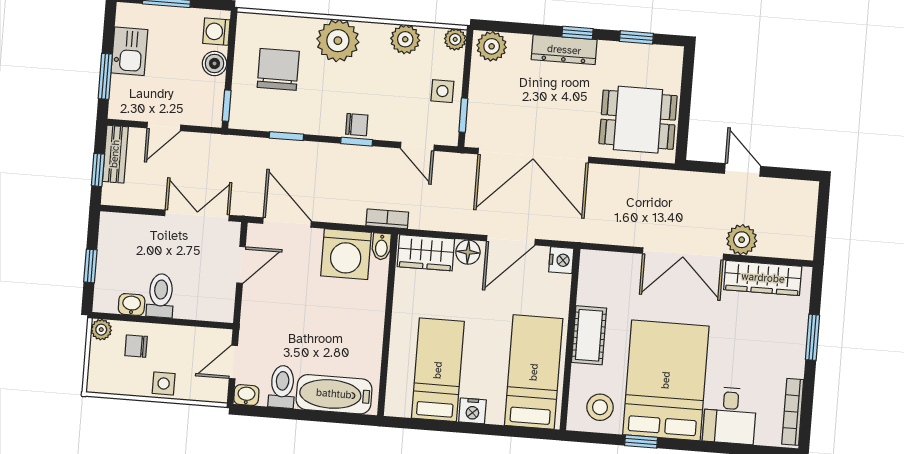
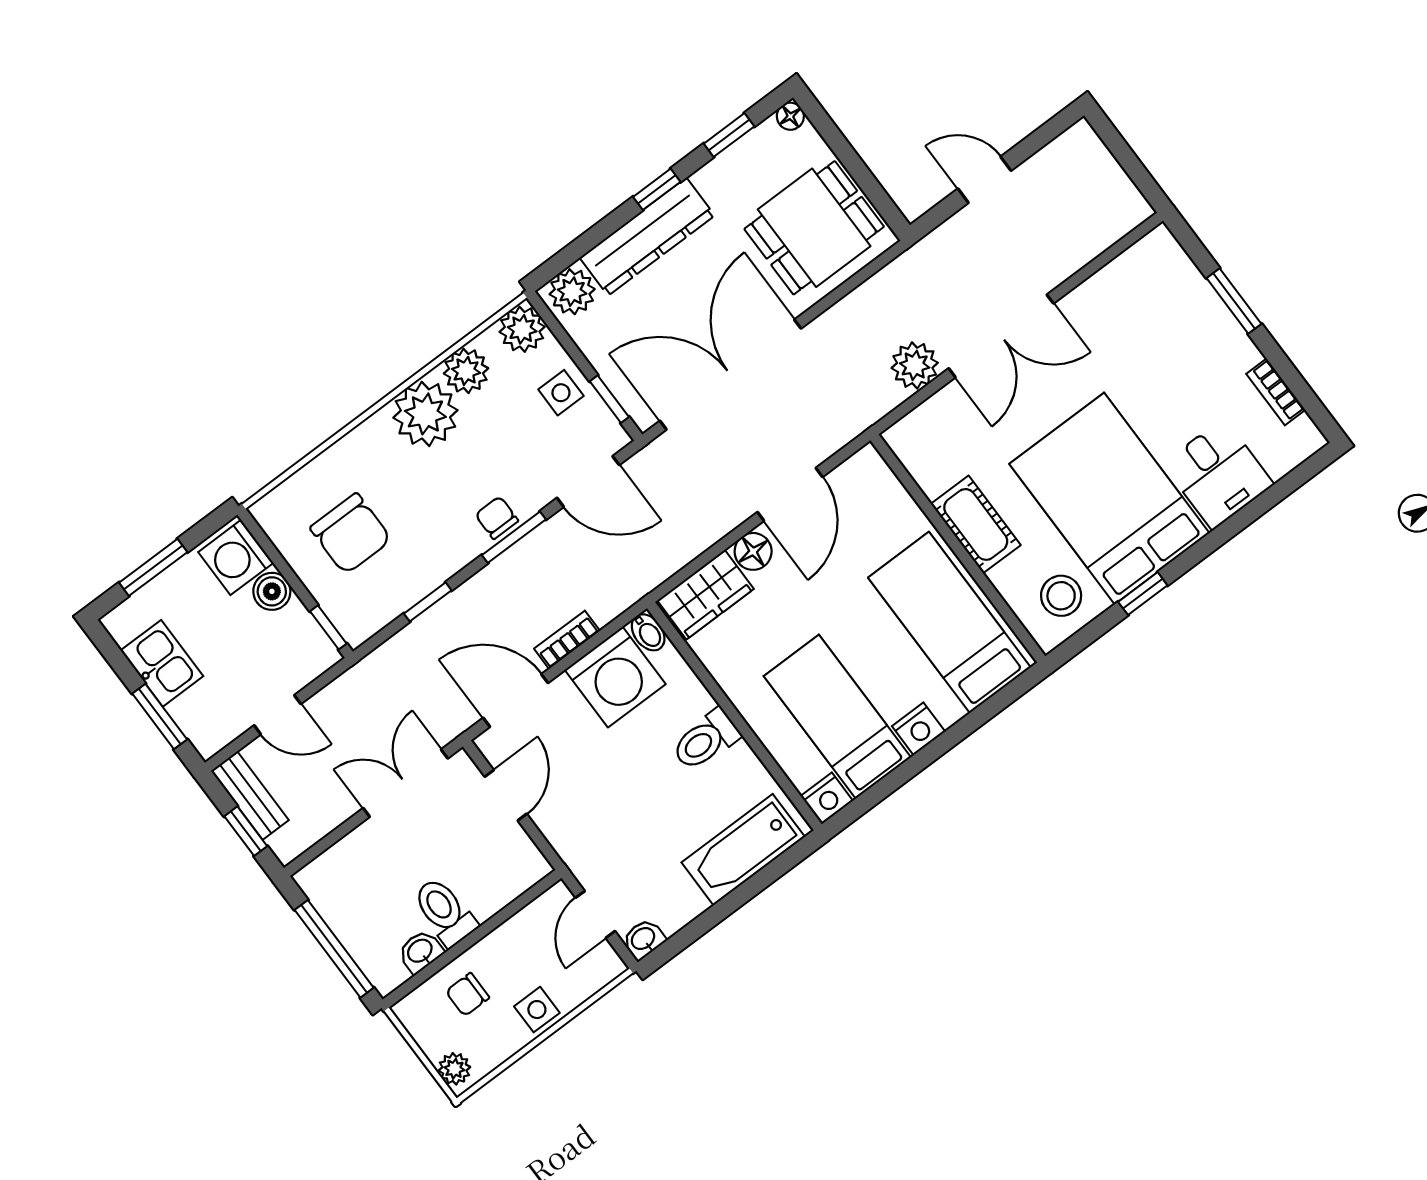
washing machine: (216, 32) -> (236, 557), width x1.38, depth x1.38
plant: (455, 39) -> (522, 329), width x1.38, depth x1.38
plant: (338, 41) -> (425, 414), moved
dresser: (564, 50) -> (647, 237), width x1.37, depth x1.24
floor lamp: (675, 55) -> (790, 116), added
chair: (278, 69) -> (351, 534), turned 180
chair: (357, 125) -> (497, 518), turned -90
door: (164, 126) -> (278, 715), hinge flipped
window: (357, 142) -> (514, 537), width x1.50
door: (417, 146) -> (588, 481), width x1.38
double door: (533, 156) -> (730, 375), swing flipped
bookcase: (387, 219) -> (567, 640), moved
plant: (742, 240) -> (915, 365), moved
nightstand: (561, 260) -> (827, 798), moved, turned 90
window: (90, 266) -> (334, 949), width x2.17
wardrobe: (763, 278) -> (1117, 283), removed
plant: (101, 330) -> (454, 1069), moved
toilet: (282, 387) -> (706, 740), moved, turned -90
bookcase: (793, 412) -> (1276, 392), width x0.64

